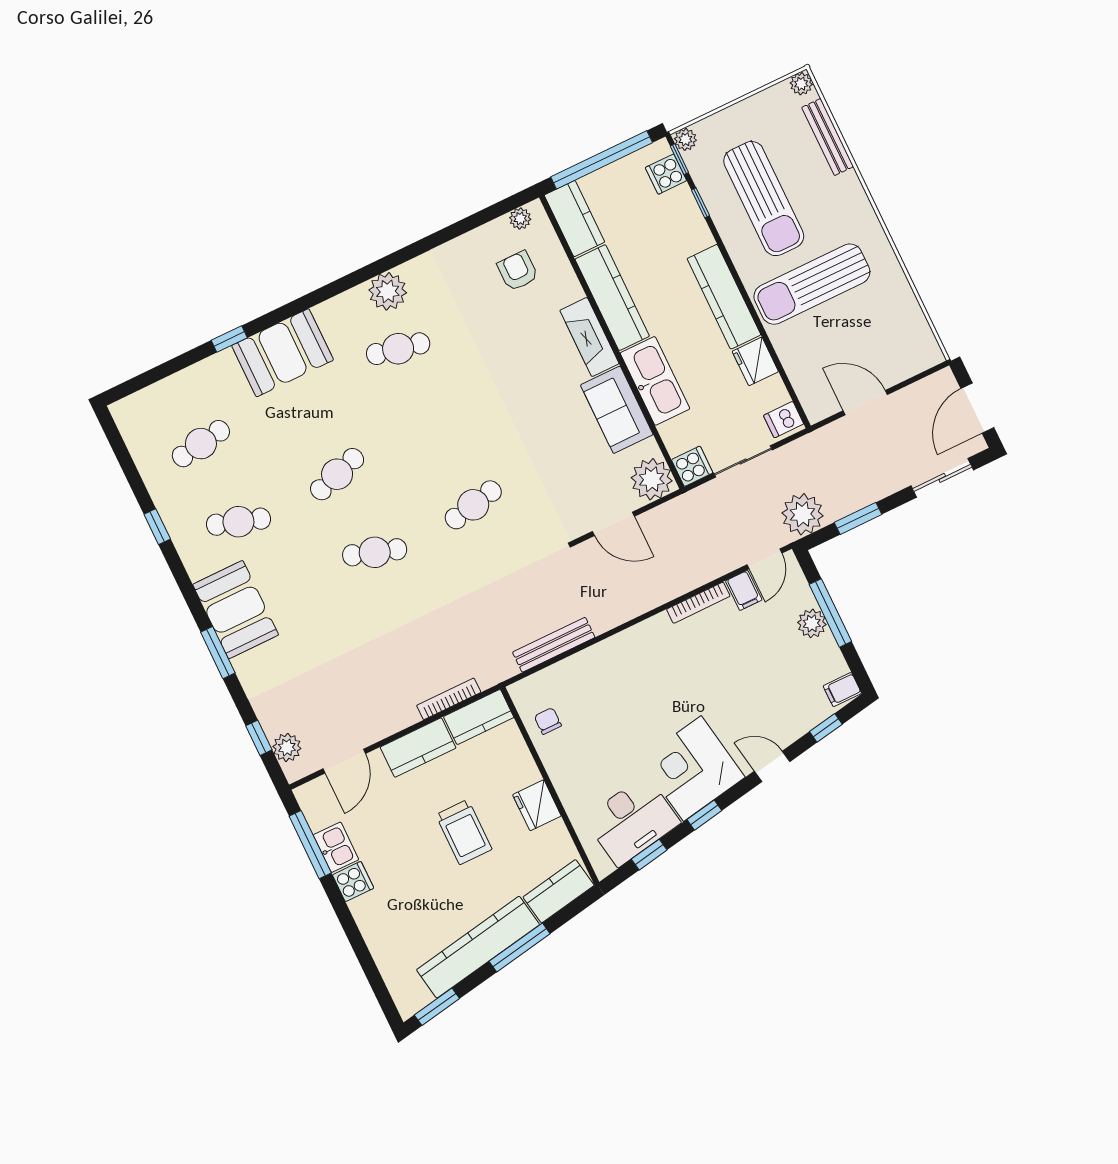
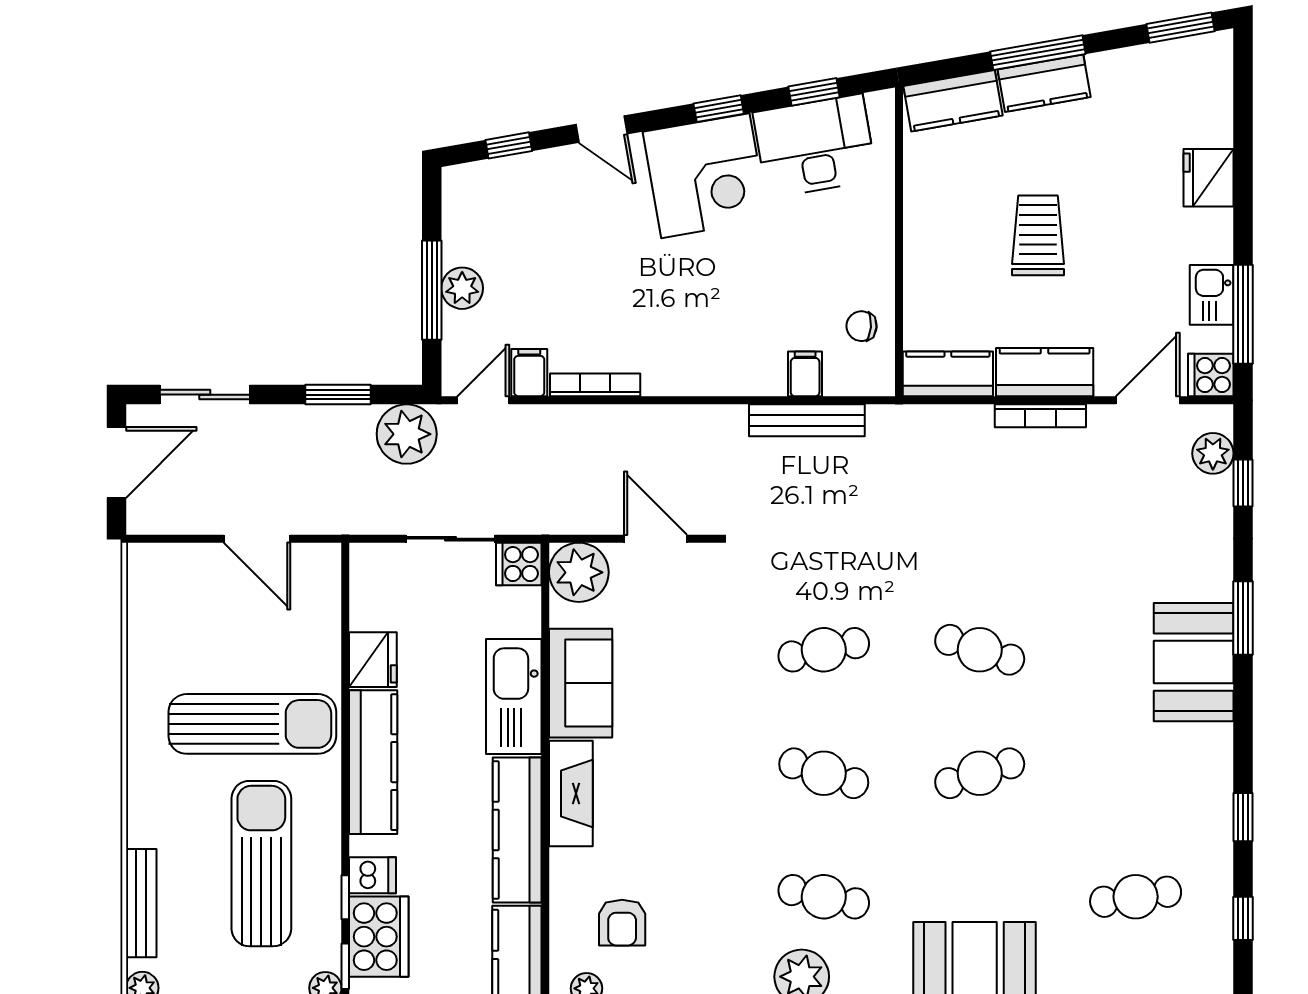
cooker: (666, 174) -> (379, 937), width x1.87, depth x1.31
dishwasher: (784, 420) -> (372, 875), moved
window: (126, 463) -> (1243, 918), added
cafe table: (238, 522) -> (824, 773), moved
filing cabinet: (842, 690) -> (805, 374), moved, turned -90
bookcase: (449, 699) -> (1040, 416), moved
chair: (548, 721) -> (862, 326), turned 94
fridge: (537, 805) -> (1209, 178), moved, turned 180
cooker: (353, 882) -> (1211, 375), moved
kitchen counter: (478, 947) -> (1044, 83), width x0.48, depth x0.86

